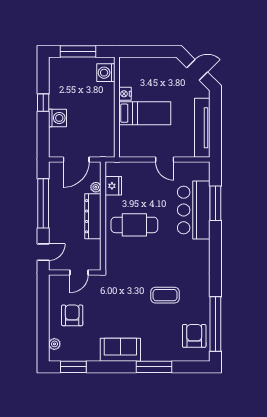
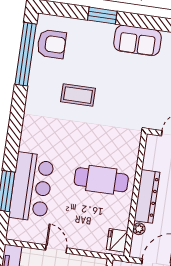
fridge: (113, 186) -> (117, 240), moved
armchair: (194, 336) -> (52, 44), turned -90
window: (154, 367) -> (102, 16), width x0.69

